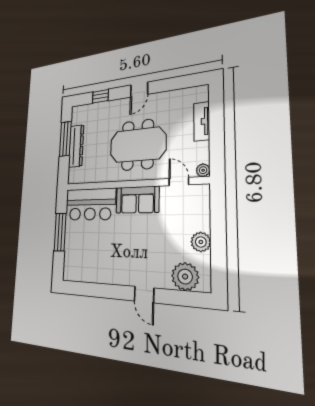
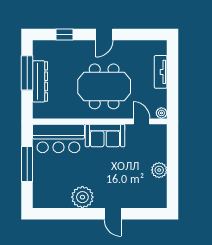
plant: (185, 277) -> (82, 197), moved

